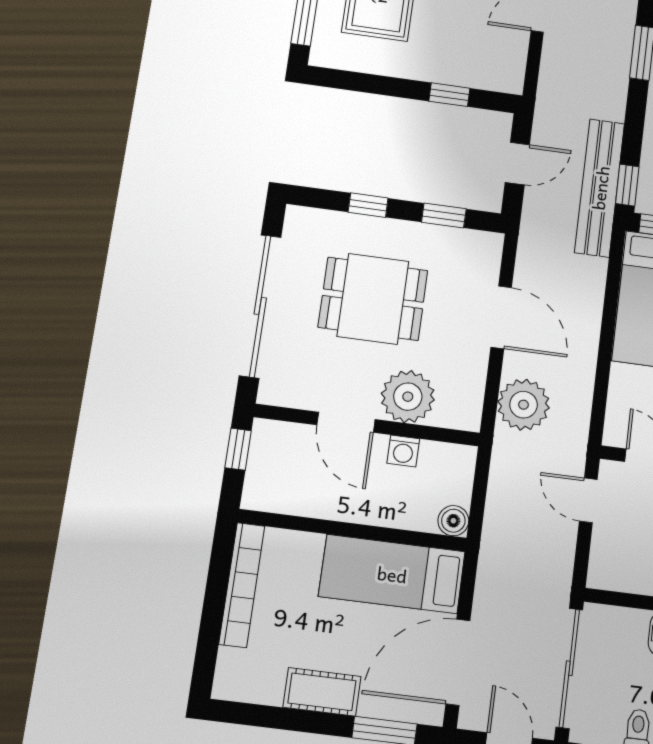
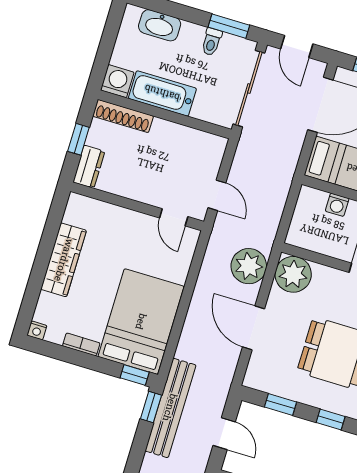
door: (517, 164) -> (224, 434), swing flipped
plant: (408, 397) -> (293, 274), moved
washing machine: (403, 451) -> (337, 205), moved, turned 180
boiler: (453, 521) -> (308, 197), removed

